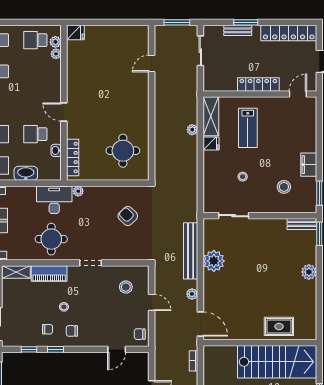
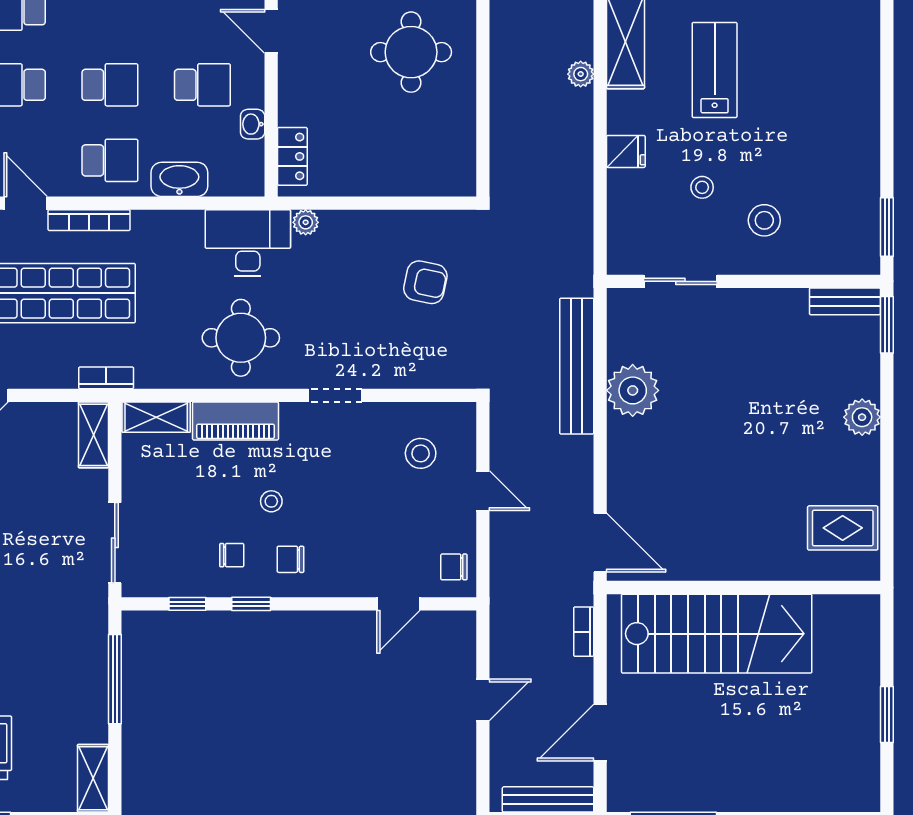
lab bench: (248, 128) -> (715, 70), turned 180
school desk: (35, 134) -> (202, 85), turned 180
fridge: (211, 144) -> (626, 151), moved
round table: (123, 151) -> (411, 52), moved
locker: (73, 157) -> (292, 156), width x0.66
filing cabinet: (309, 165) -> (861, 158), removed
stool: (284, 187) -> (764, 220), moved
armchair: (128, 216) -> (425, 282), turned 147
plant: (192, 294) -> (580, 470), removed
rug: (279, 326) -> (843, 528), moved
stairs: (277, 362) -> (717, 634), moved

